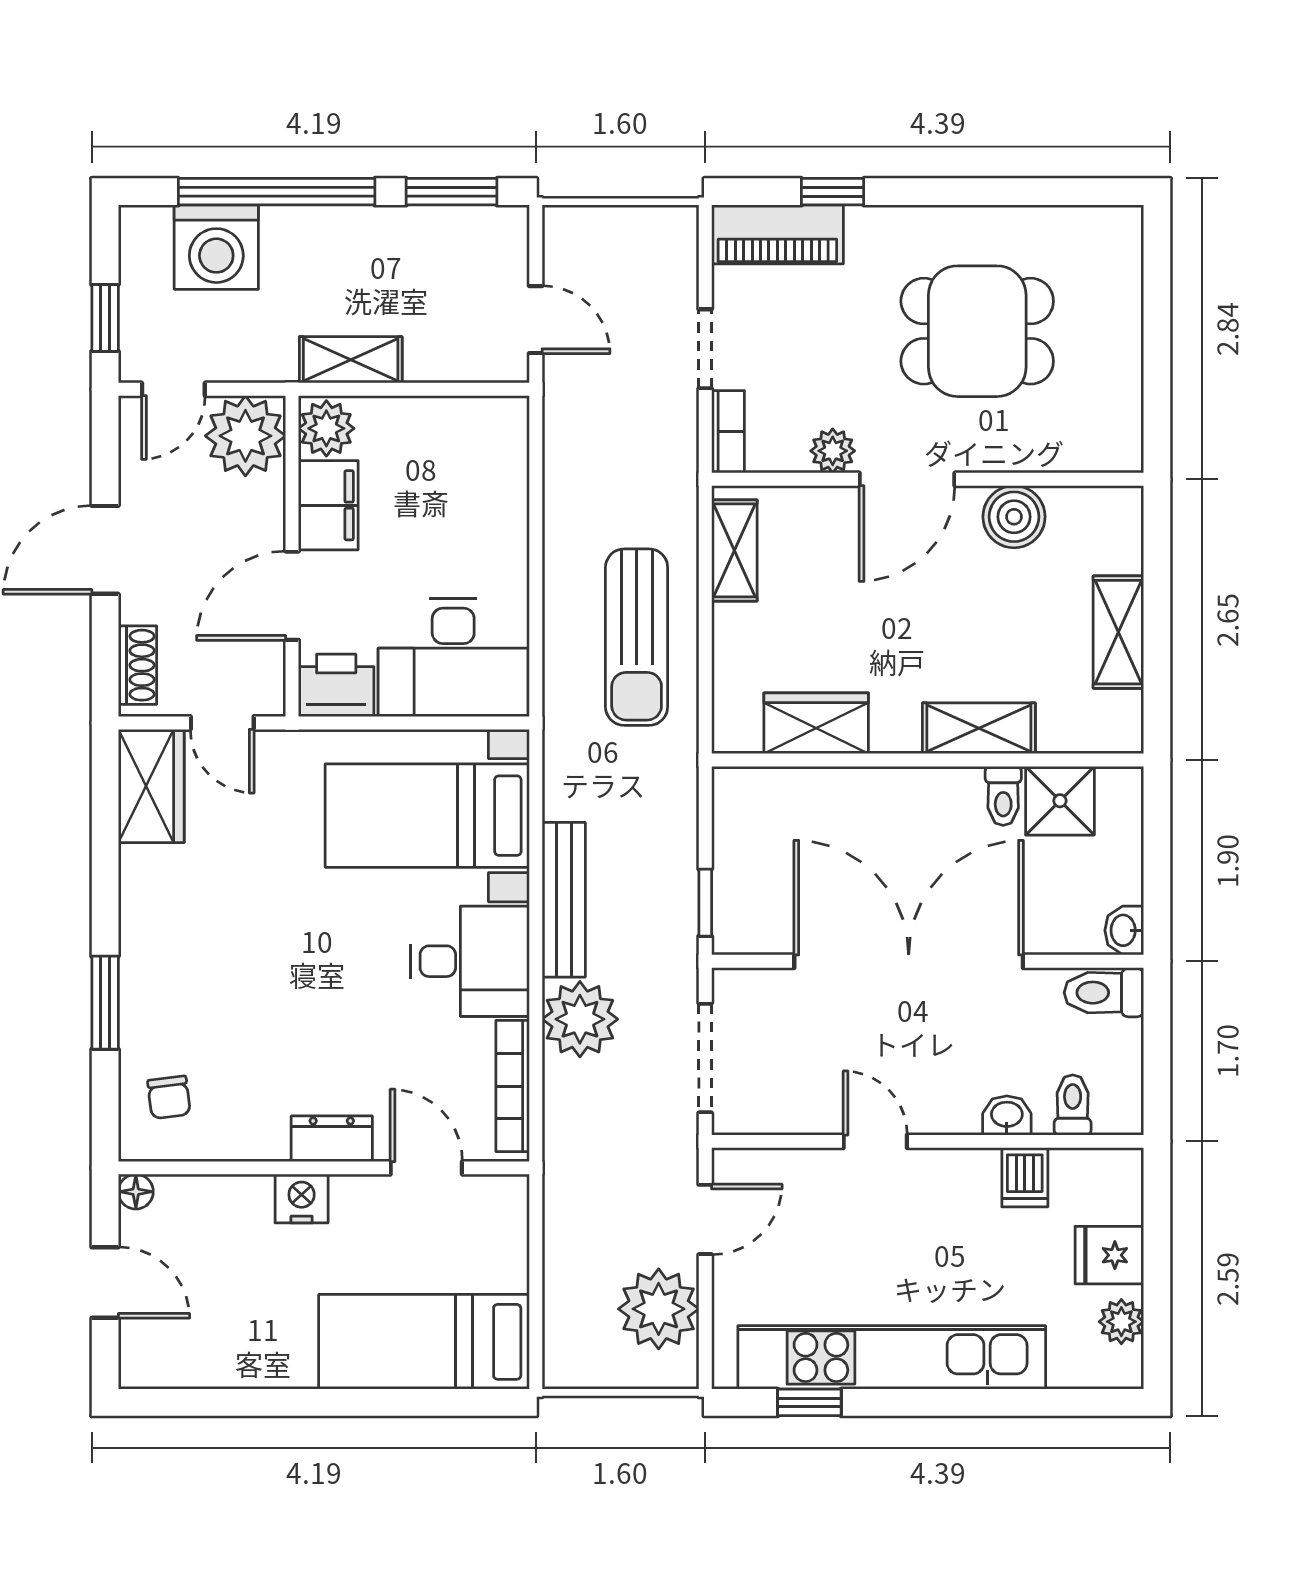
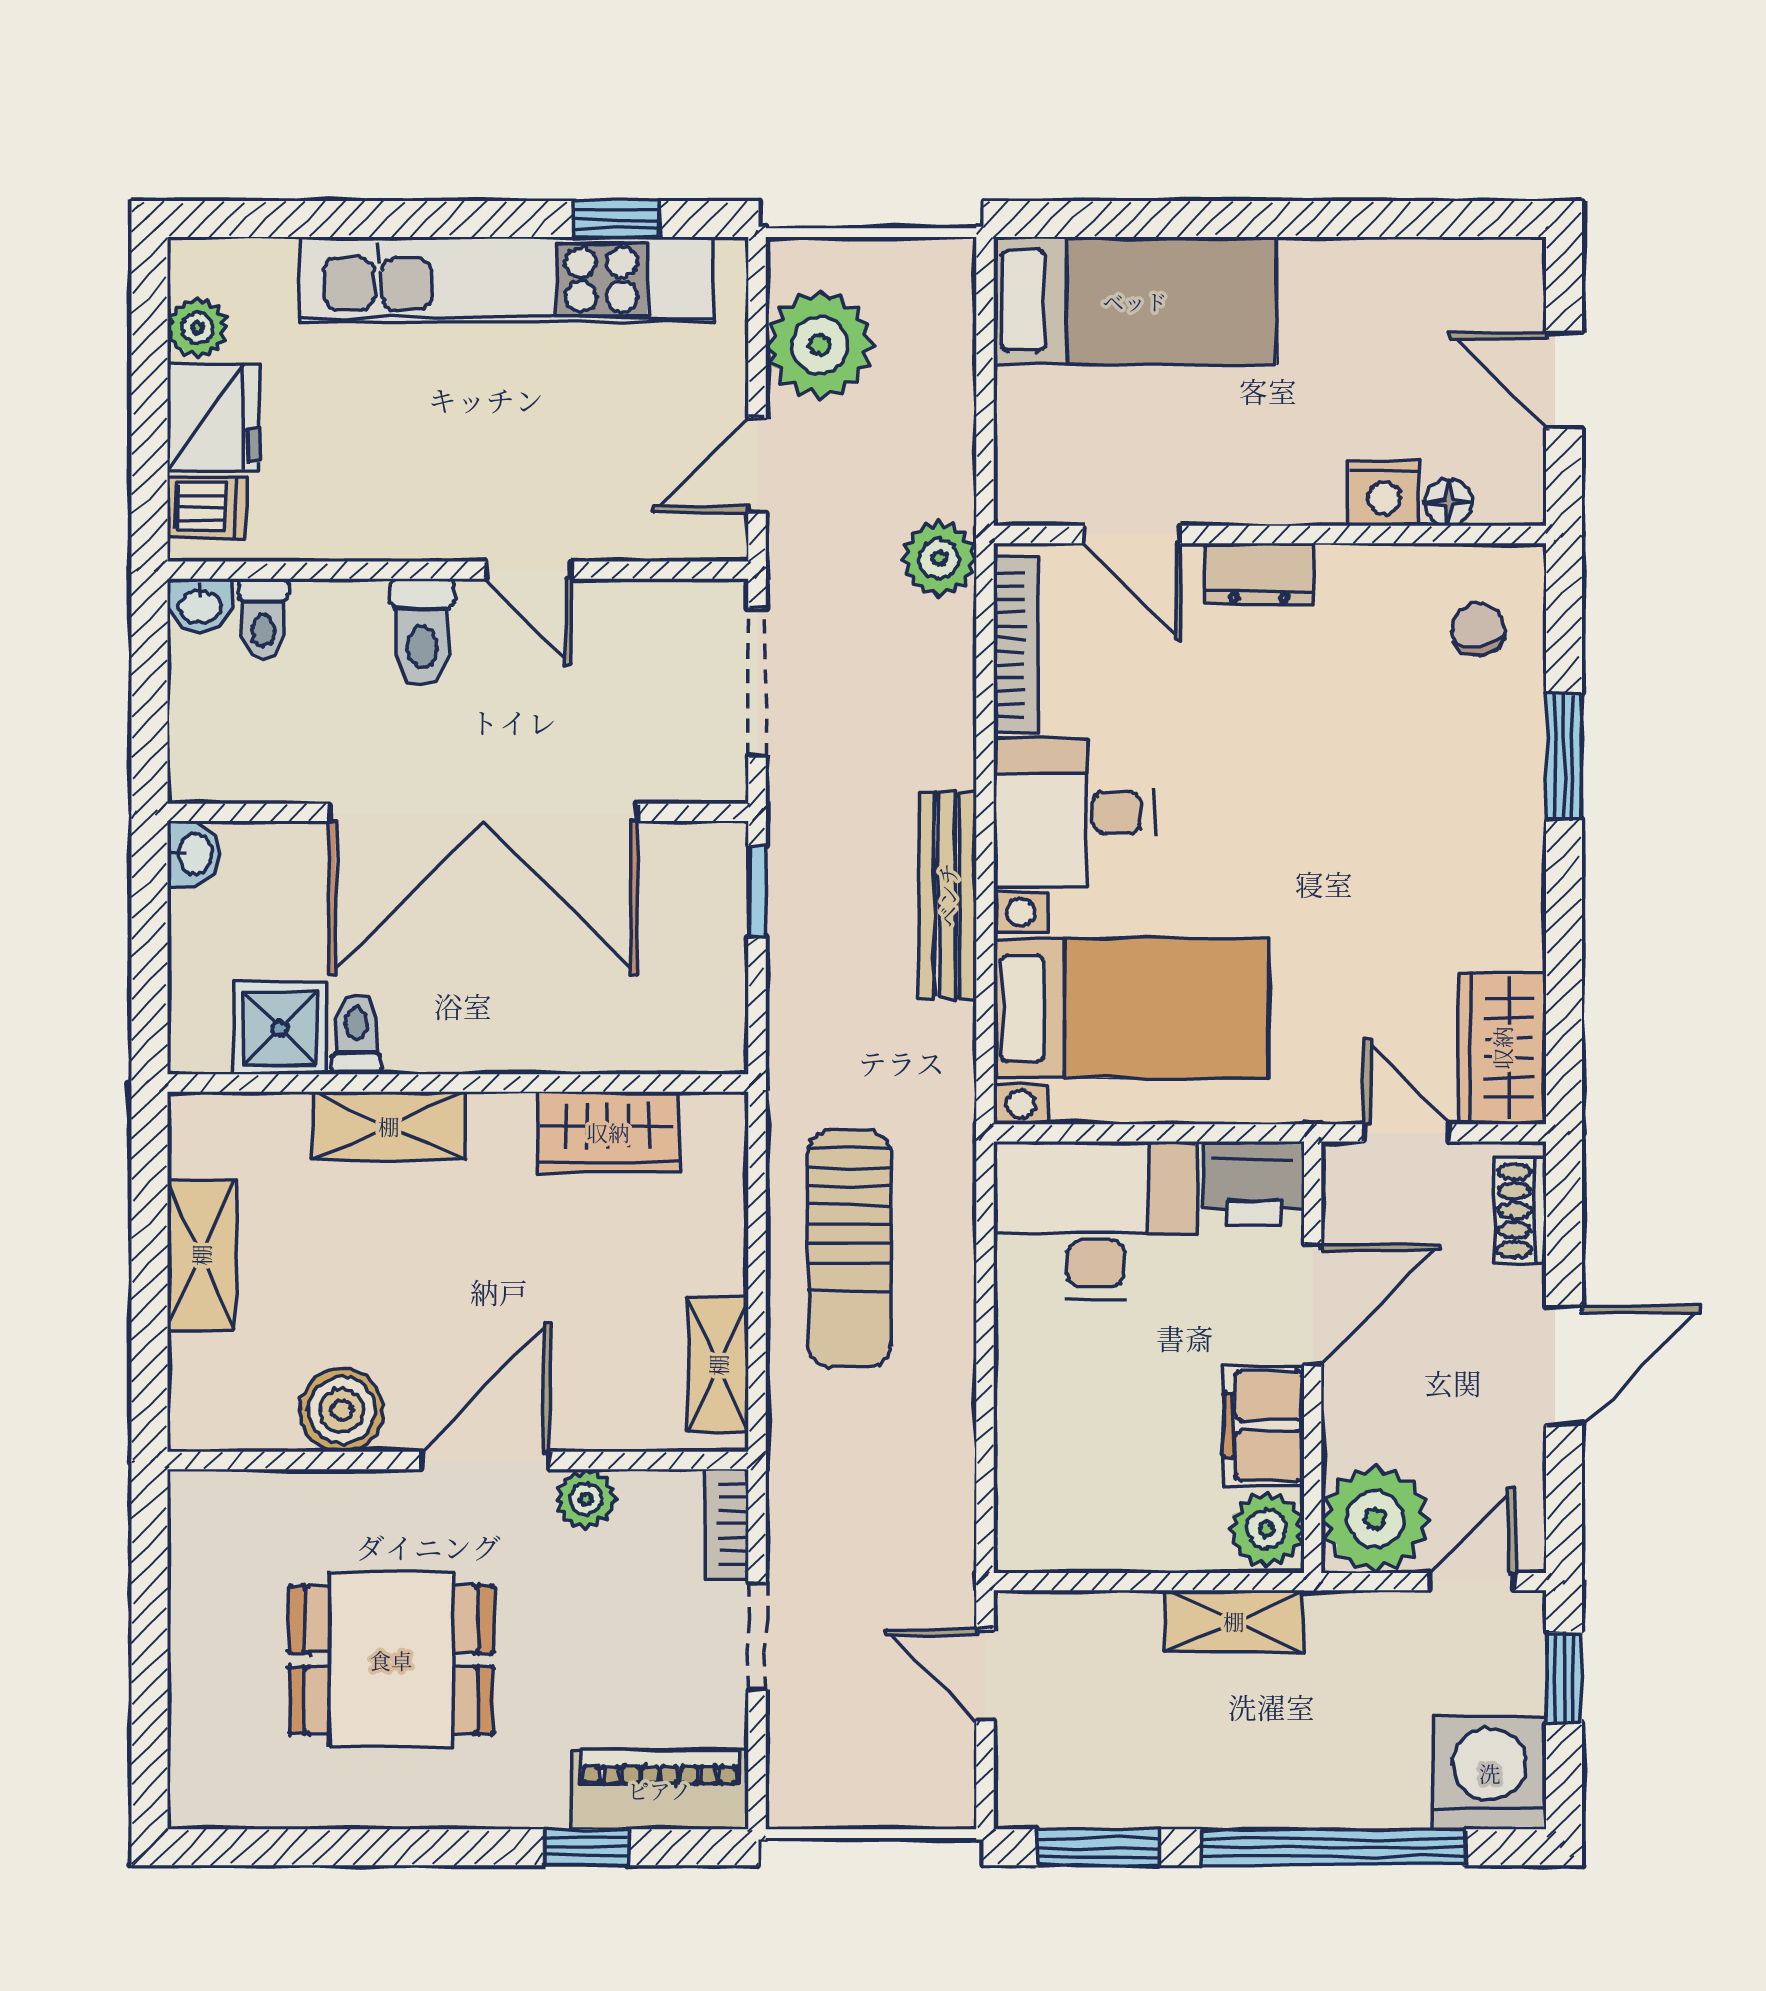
washing machine: (216, 247) -> (1490, 1773), moved
sun lounger: (637, 637) -> (849, 1248), turned 180
toilet: (1104, 993) -> (422, 632), moved, turned 90
plant: (580, 1019) -> (939, 559), moved, width x0.73, depth x0.73
washbasin: (1007, 1115) -> (200, 605), moved
dishwasher: (1025, 1177) -> (207, 507), moved, turned 90
floor lamp: (136, 1192) -> (1448, 503), moved
nightstand: (302, 1199) -> (1384, 493), moved
fridge: (1109, 1255) -> (213, 417), width x1.38

